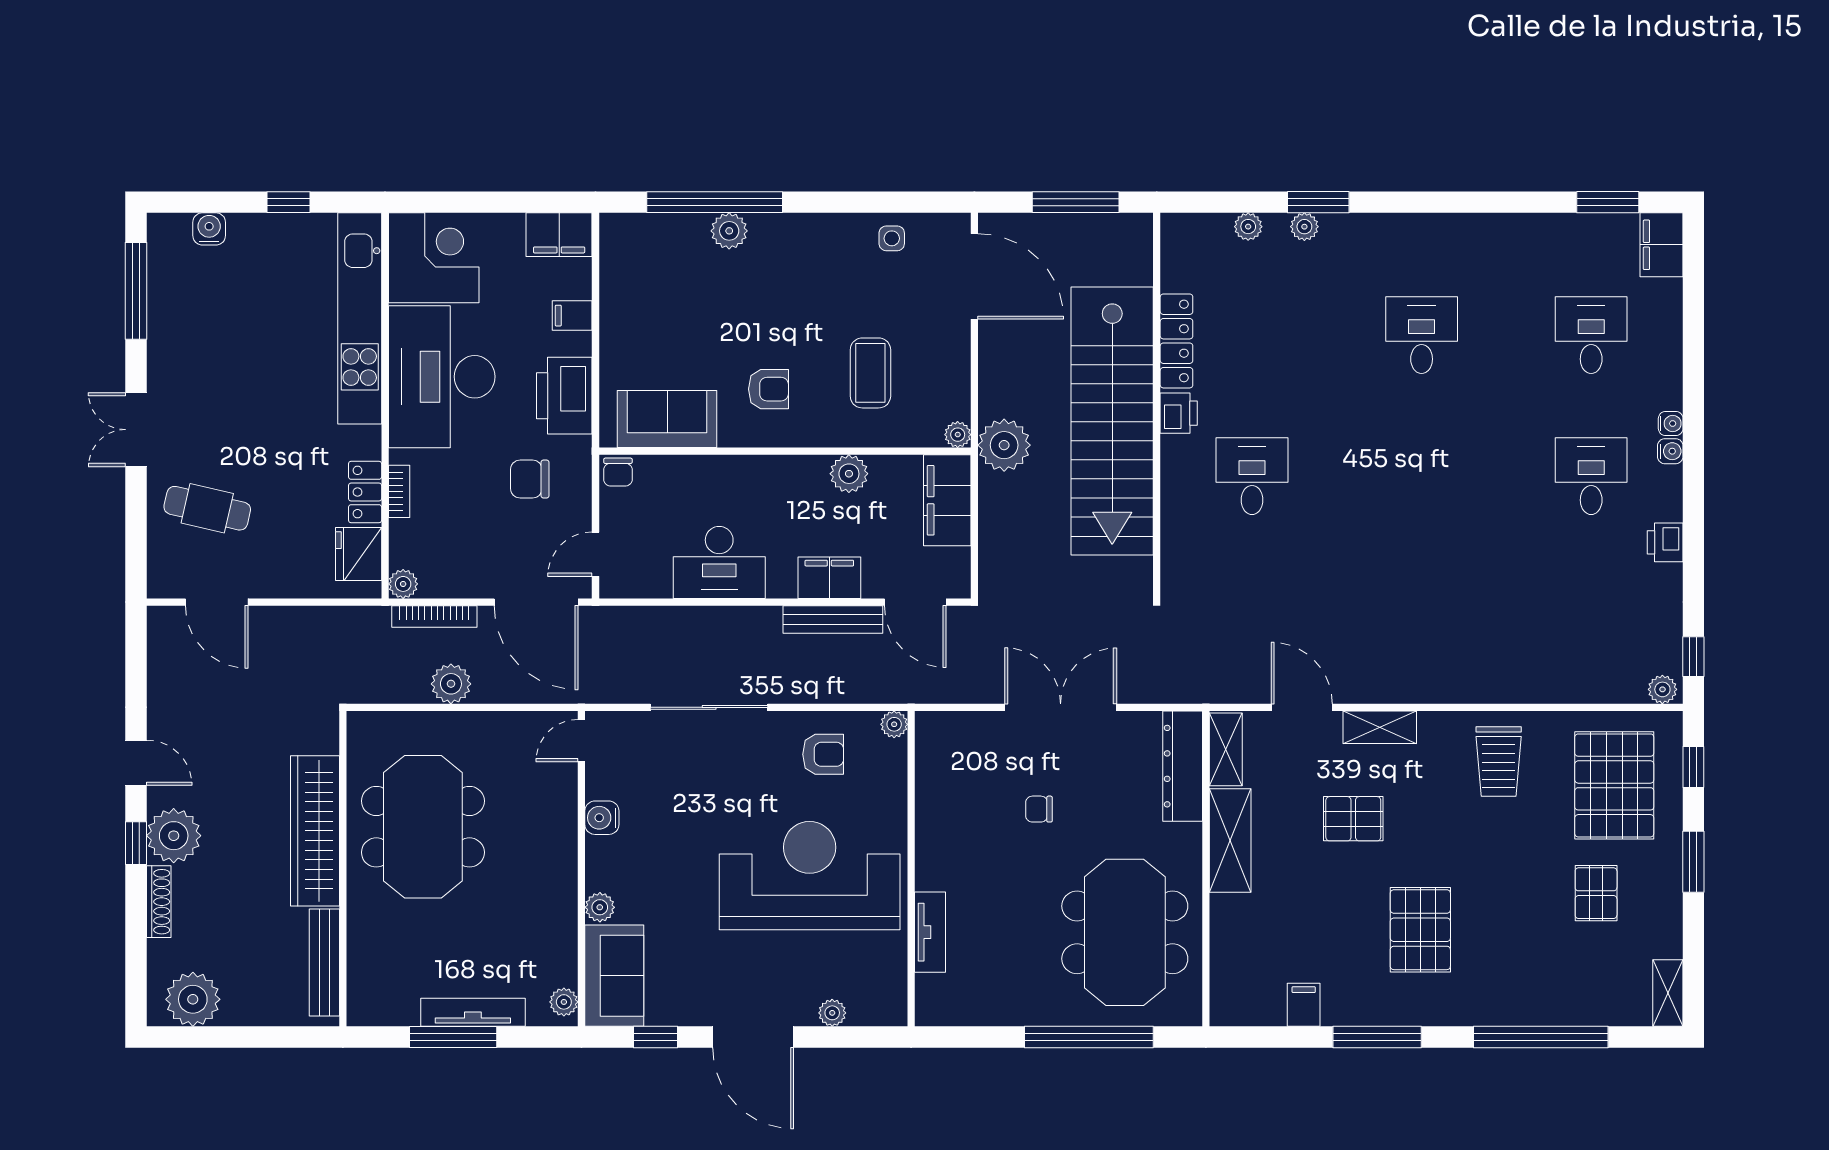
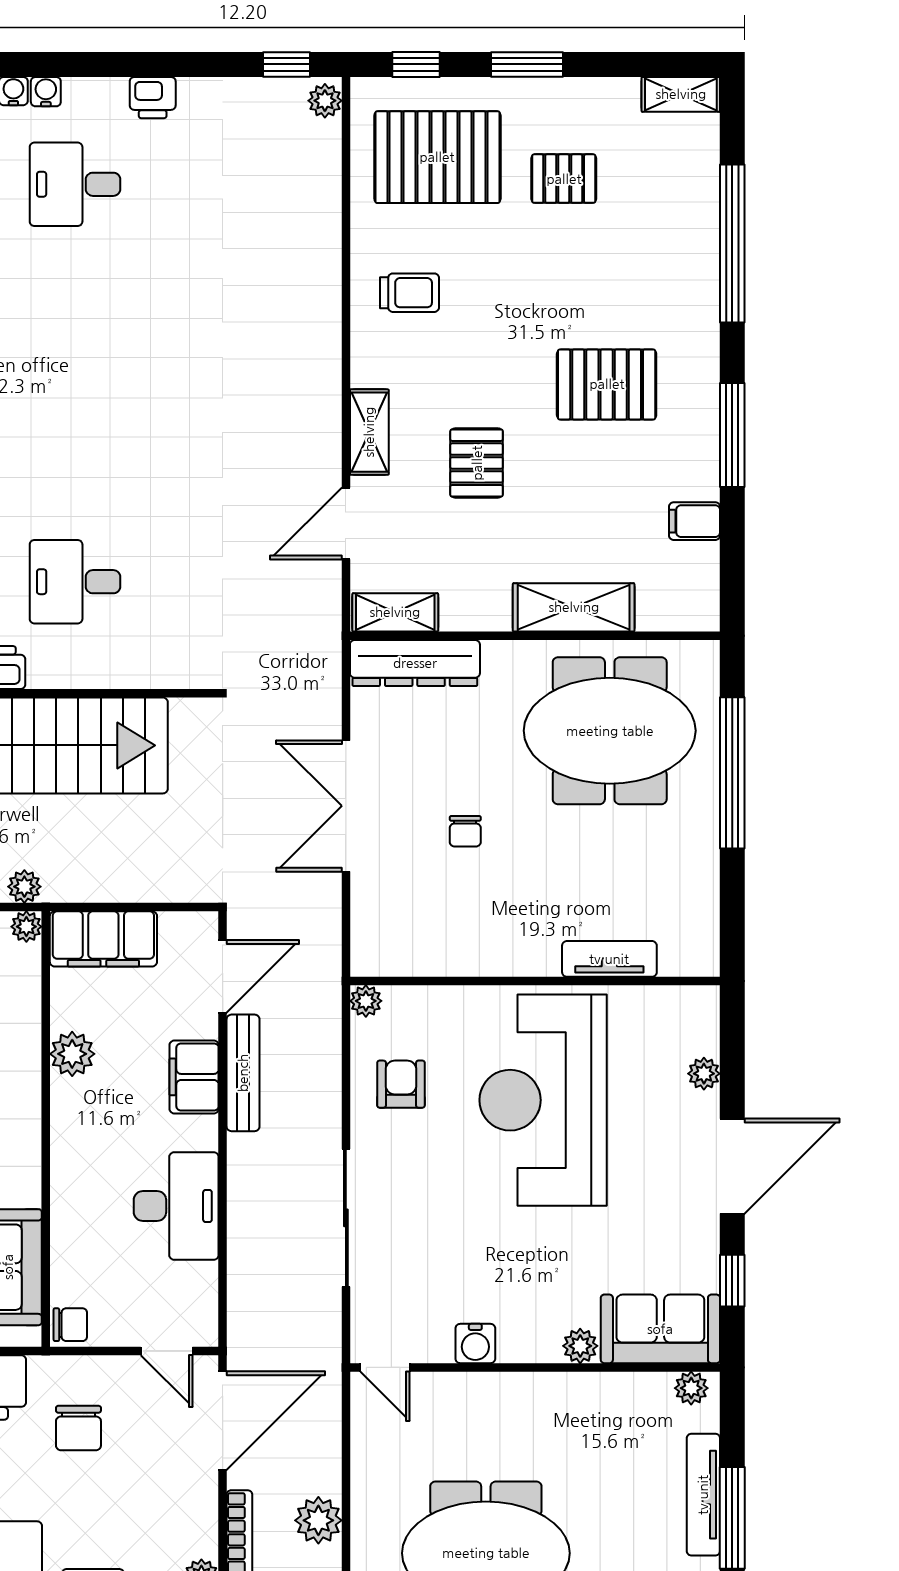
plant: (1004, 445) -> (24, 887), width x0.53, depth x0.53
trolley: (1499, 762) -> (409, 293), width x0.73, depth x0.72
shelving: (1230, 841) -> (574, 607), moved

